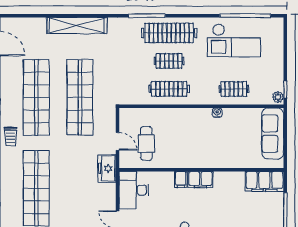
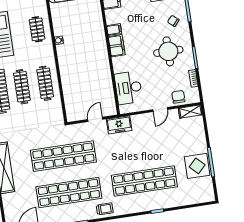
clothes rail: (169, 61) -> (22, 87), width x1.36
cafe table: (146, 143) -> (93, 95), removed
filing cabinet: (181, 179) -> (114, 30), moved
desk: (134, 190) -> (128, 88), moved, turned 90

